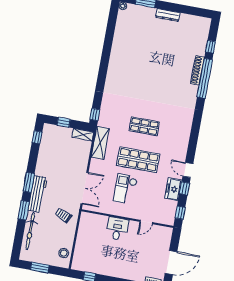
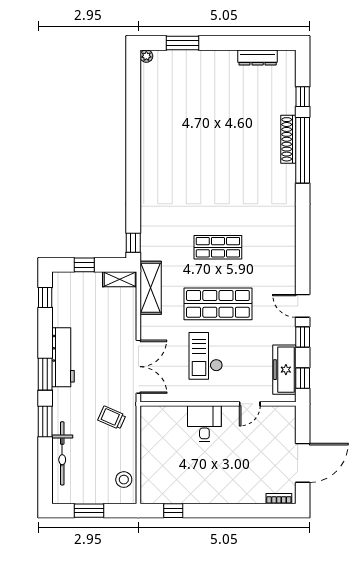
dresser: (168, 15) -> (258, 57), moved
freezer: (173, 189) -> (284, 370), moved, width x1.40
workbench: (38, 194) -> (63, 357), moved

